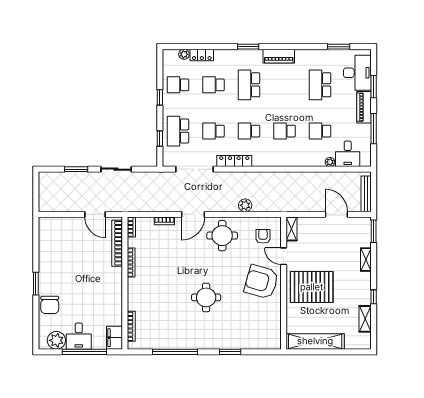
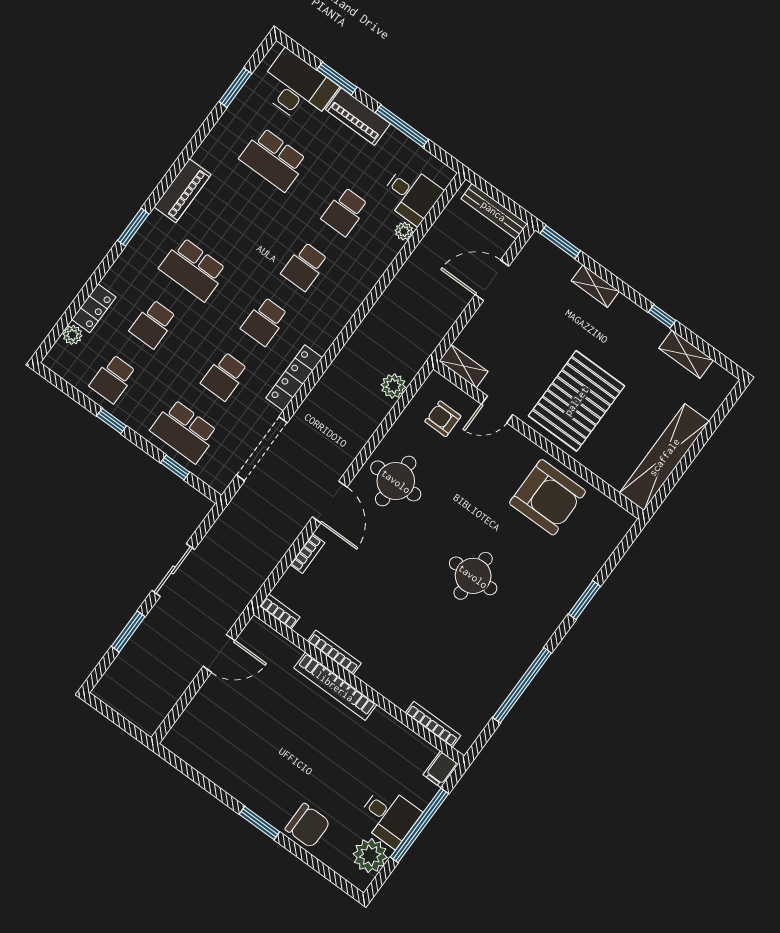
plant: (245, 205) -> (393, 386), moved
bookcase: (117, 243) -> (335, 686), moved
armchair: (261, 282) -> (547, 497), moved, turned -106
filing cabinet: (115, 338) -> (441, 769), width x0.50

